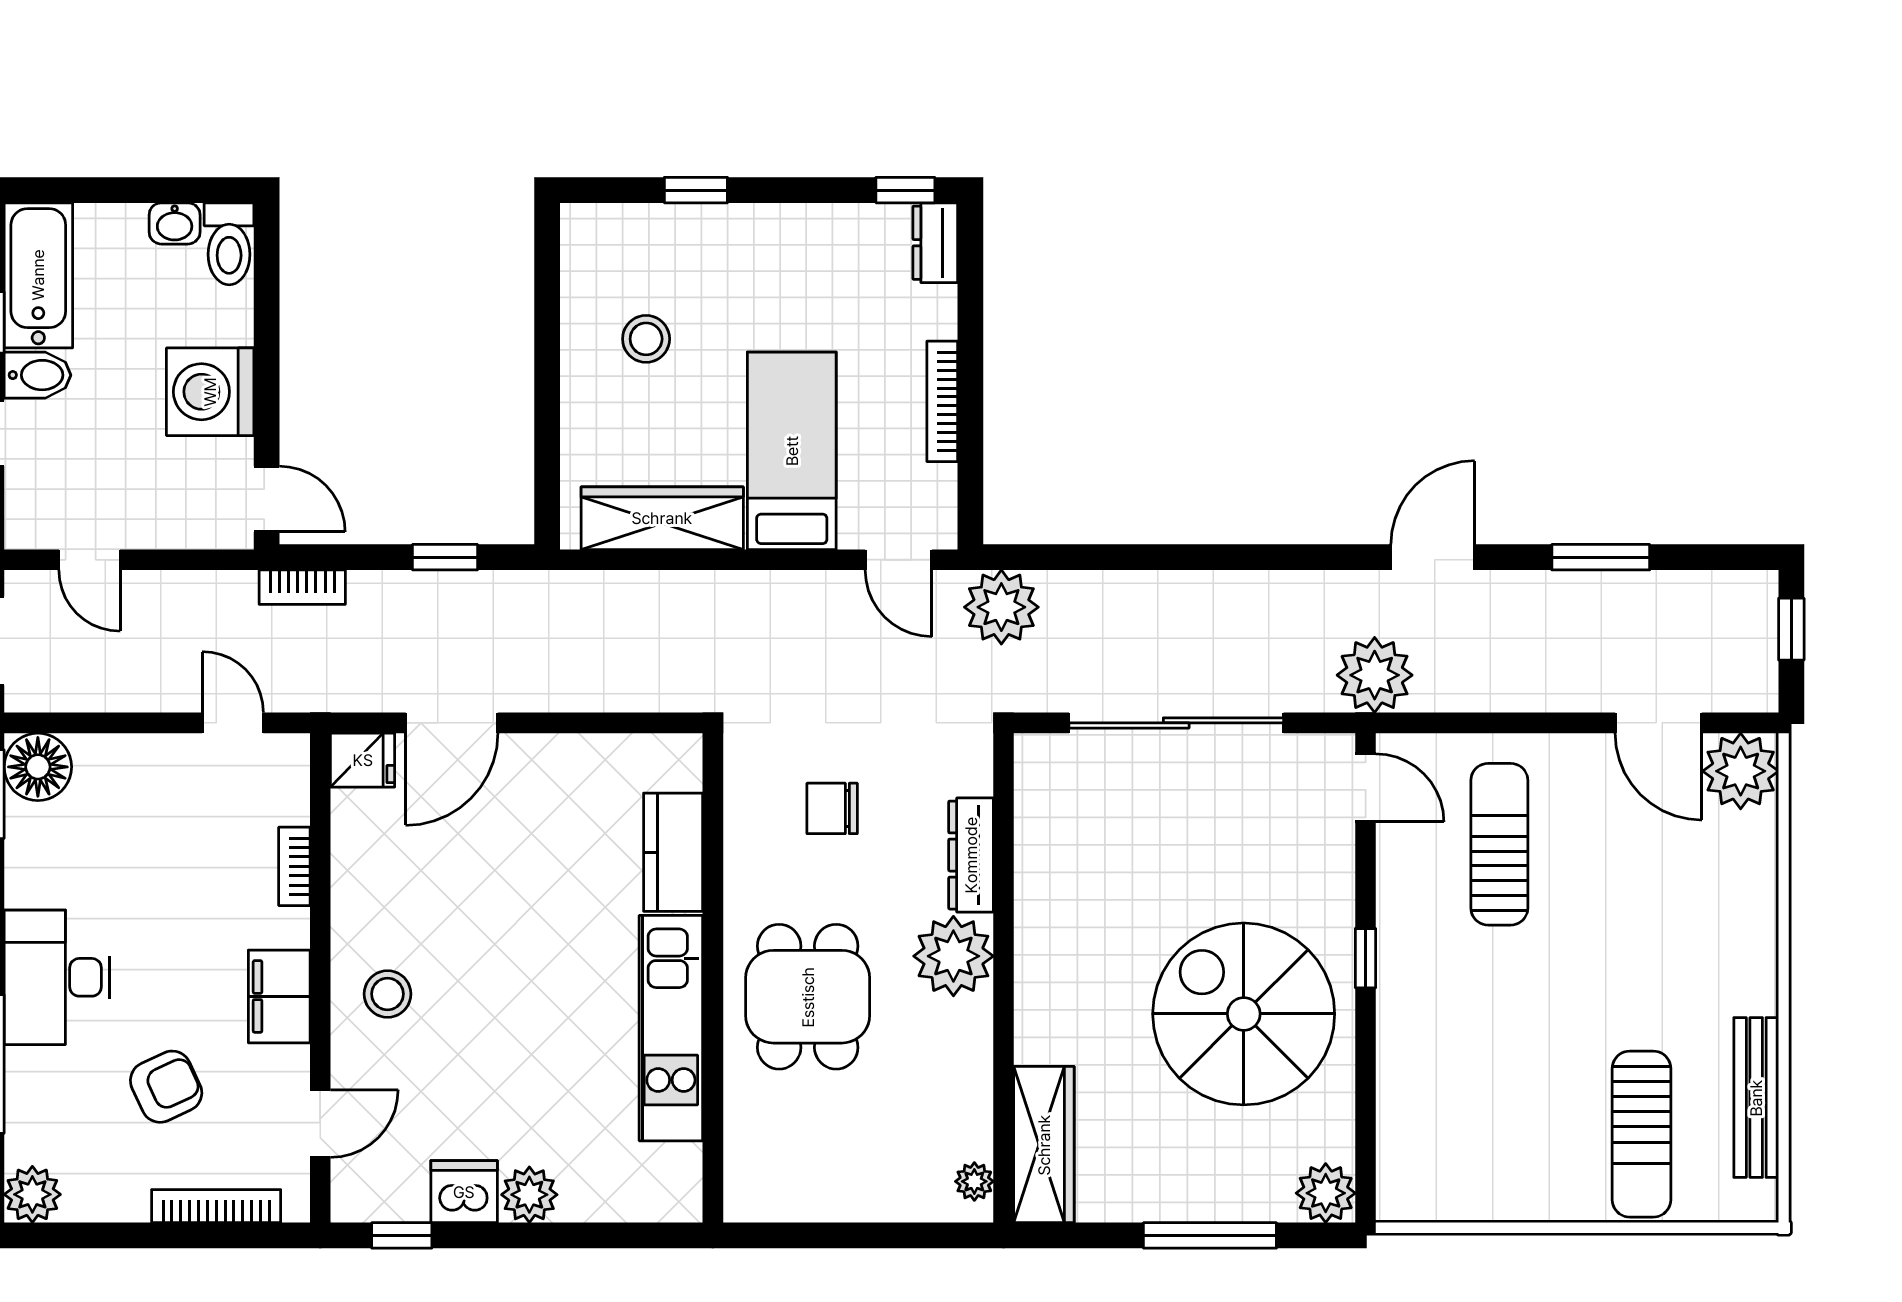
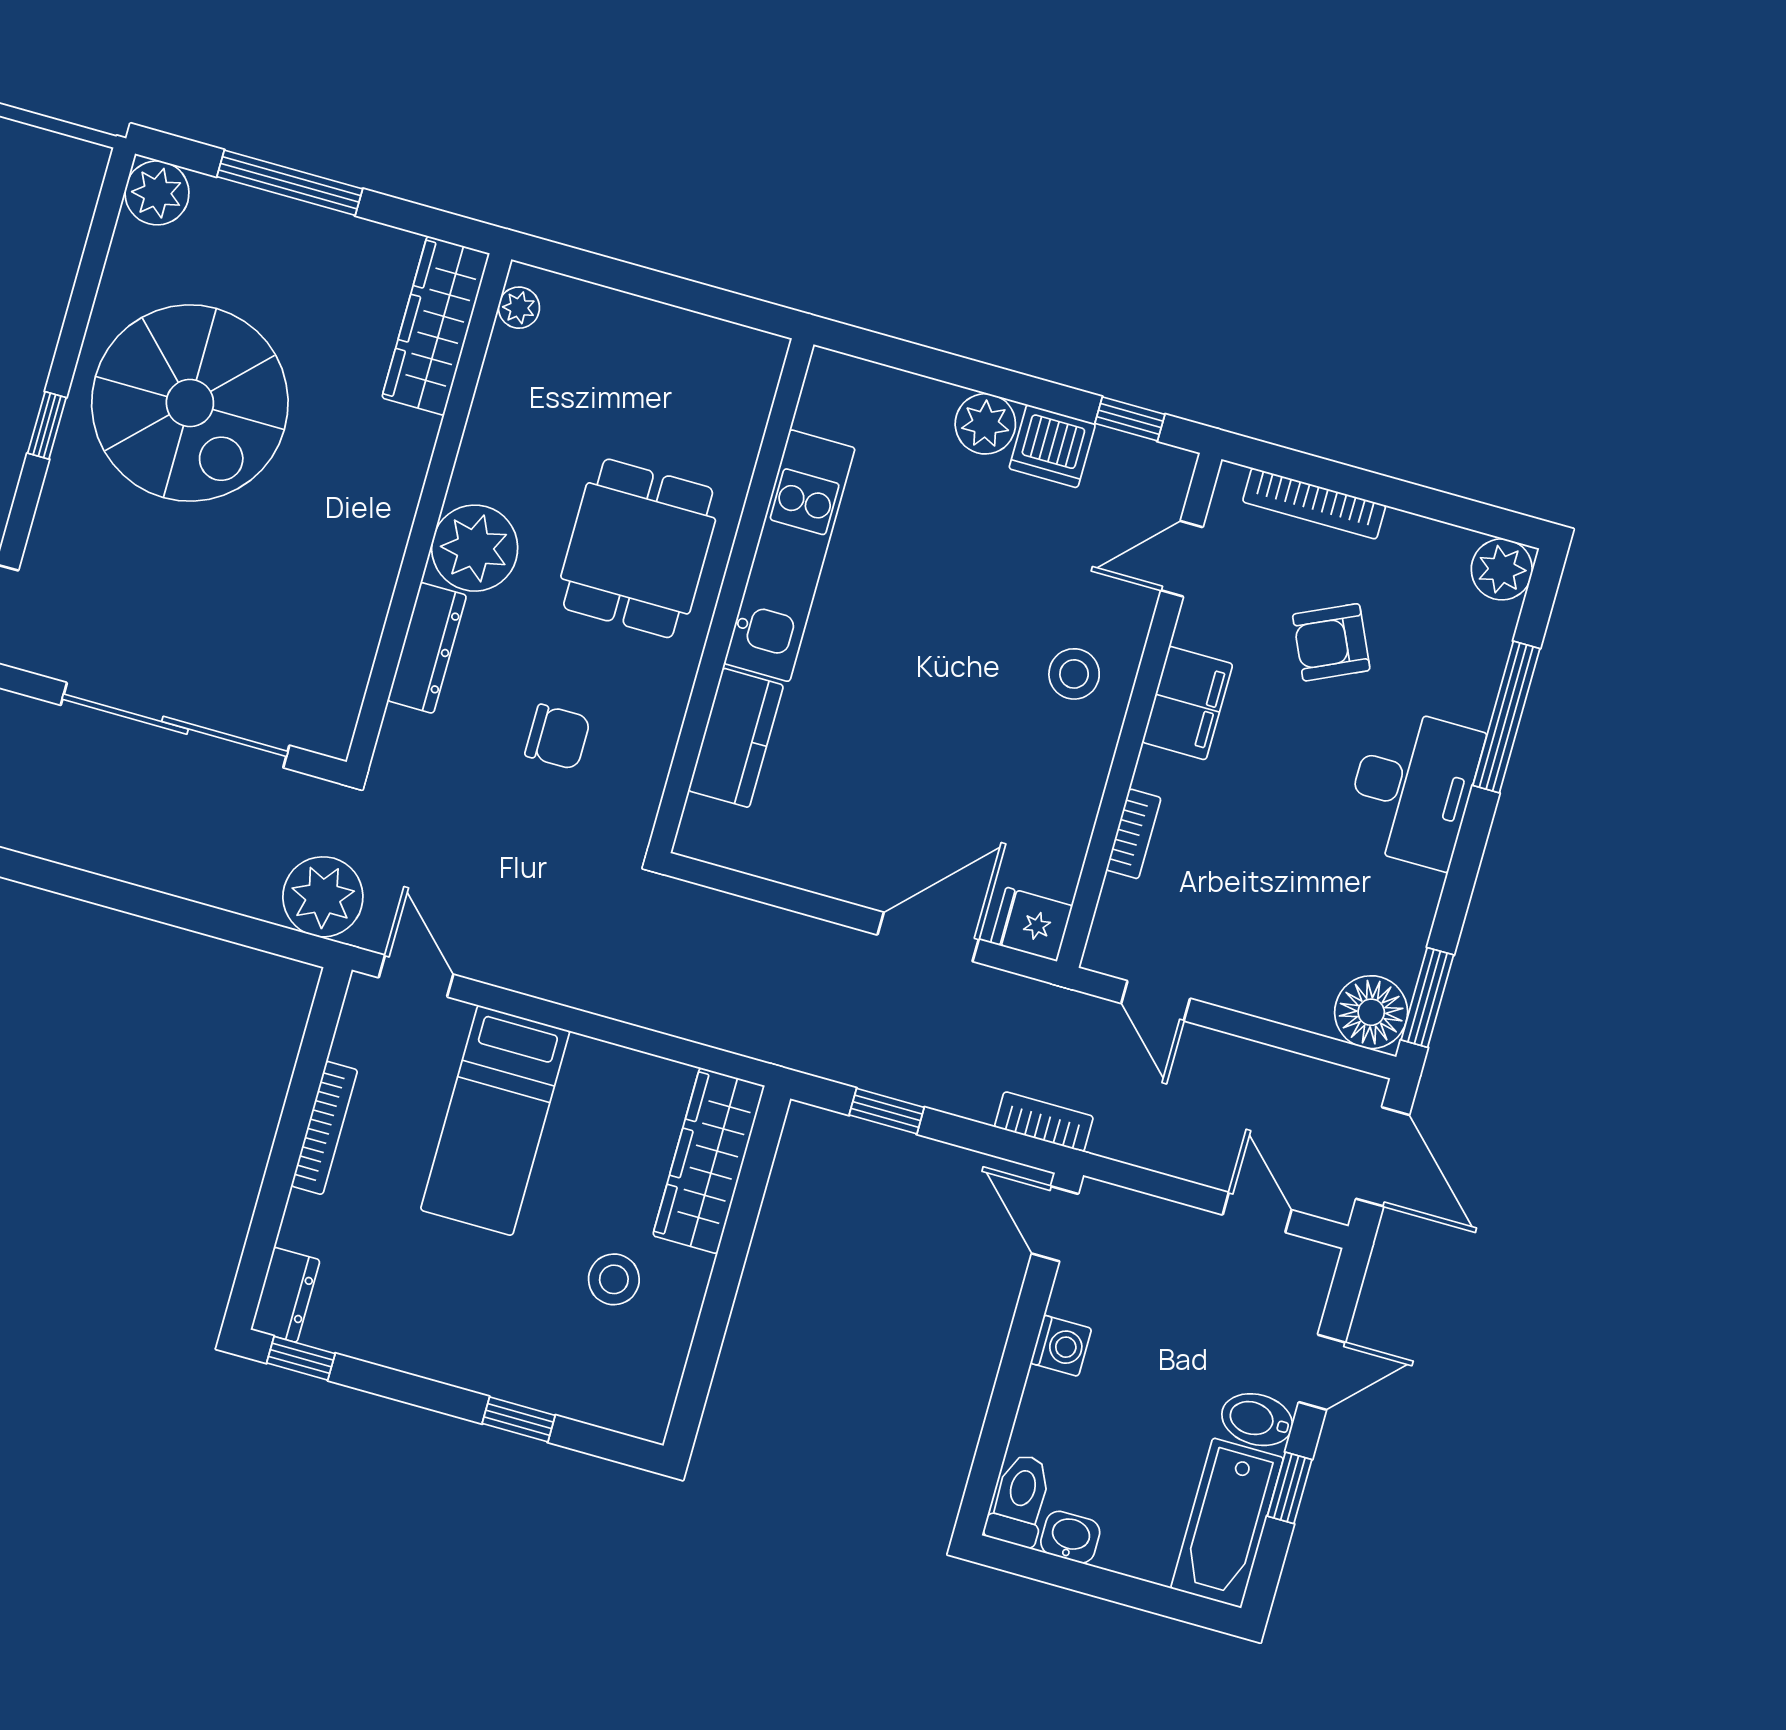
washing machine: (210, 392) -> (1061, 1346), width x0.53, depth x0.53
wardrobe: (662, 518) -> (709, 1161), moved, turned 90

